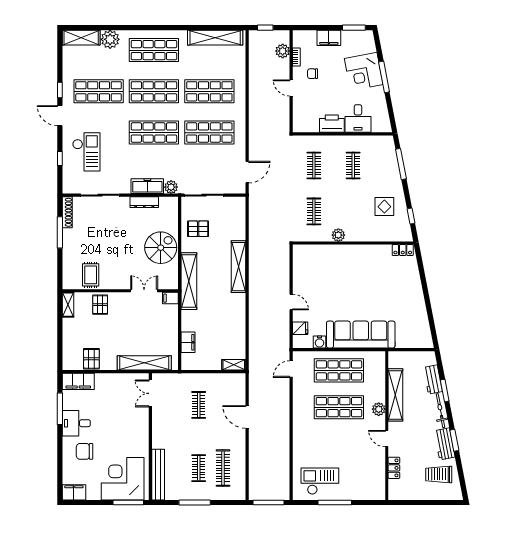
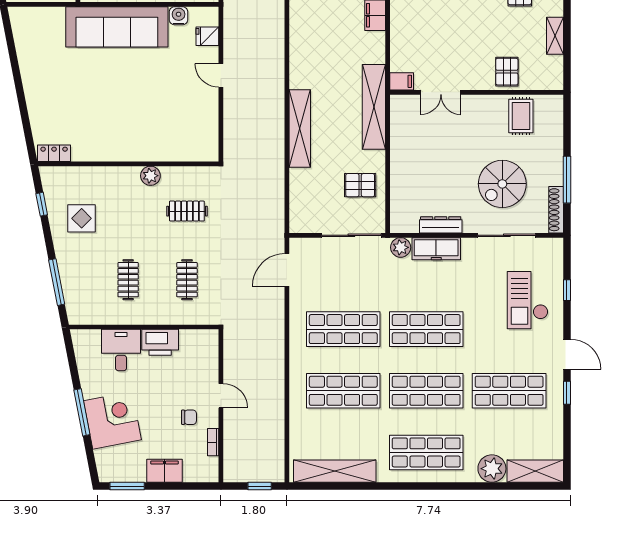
plant: (283, 51) -> (234, 451), removed
clothes rail: (314, 211) -> (187, 211), turned 90
spiral stairs: (161, 248) -> (502, 184), moved
shelving: (68, 305) -> (555, 36), moved

